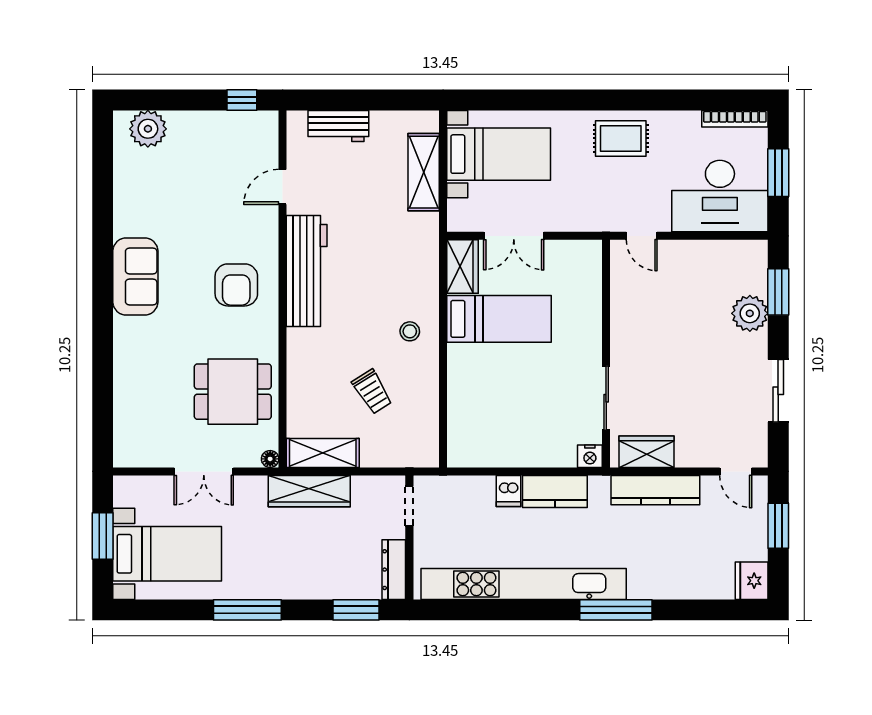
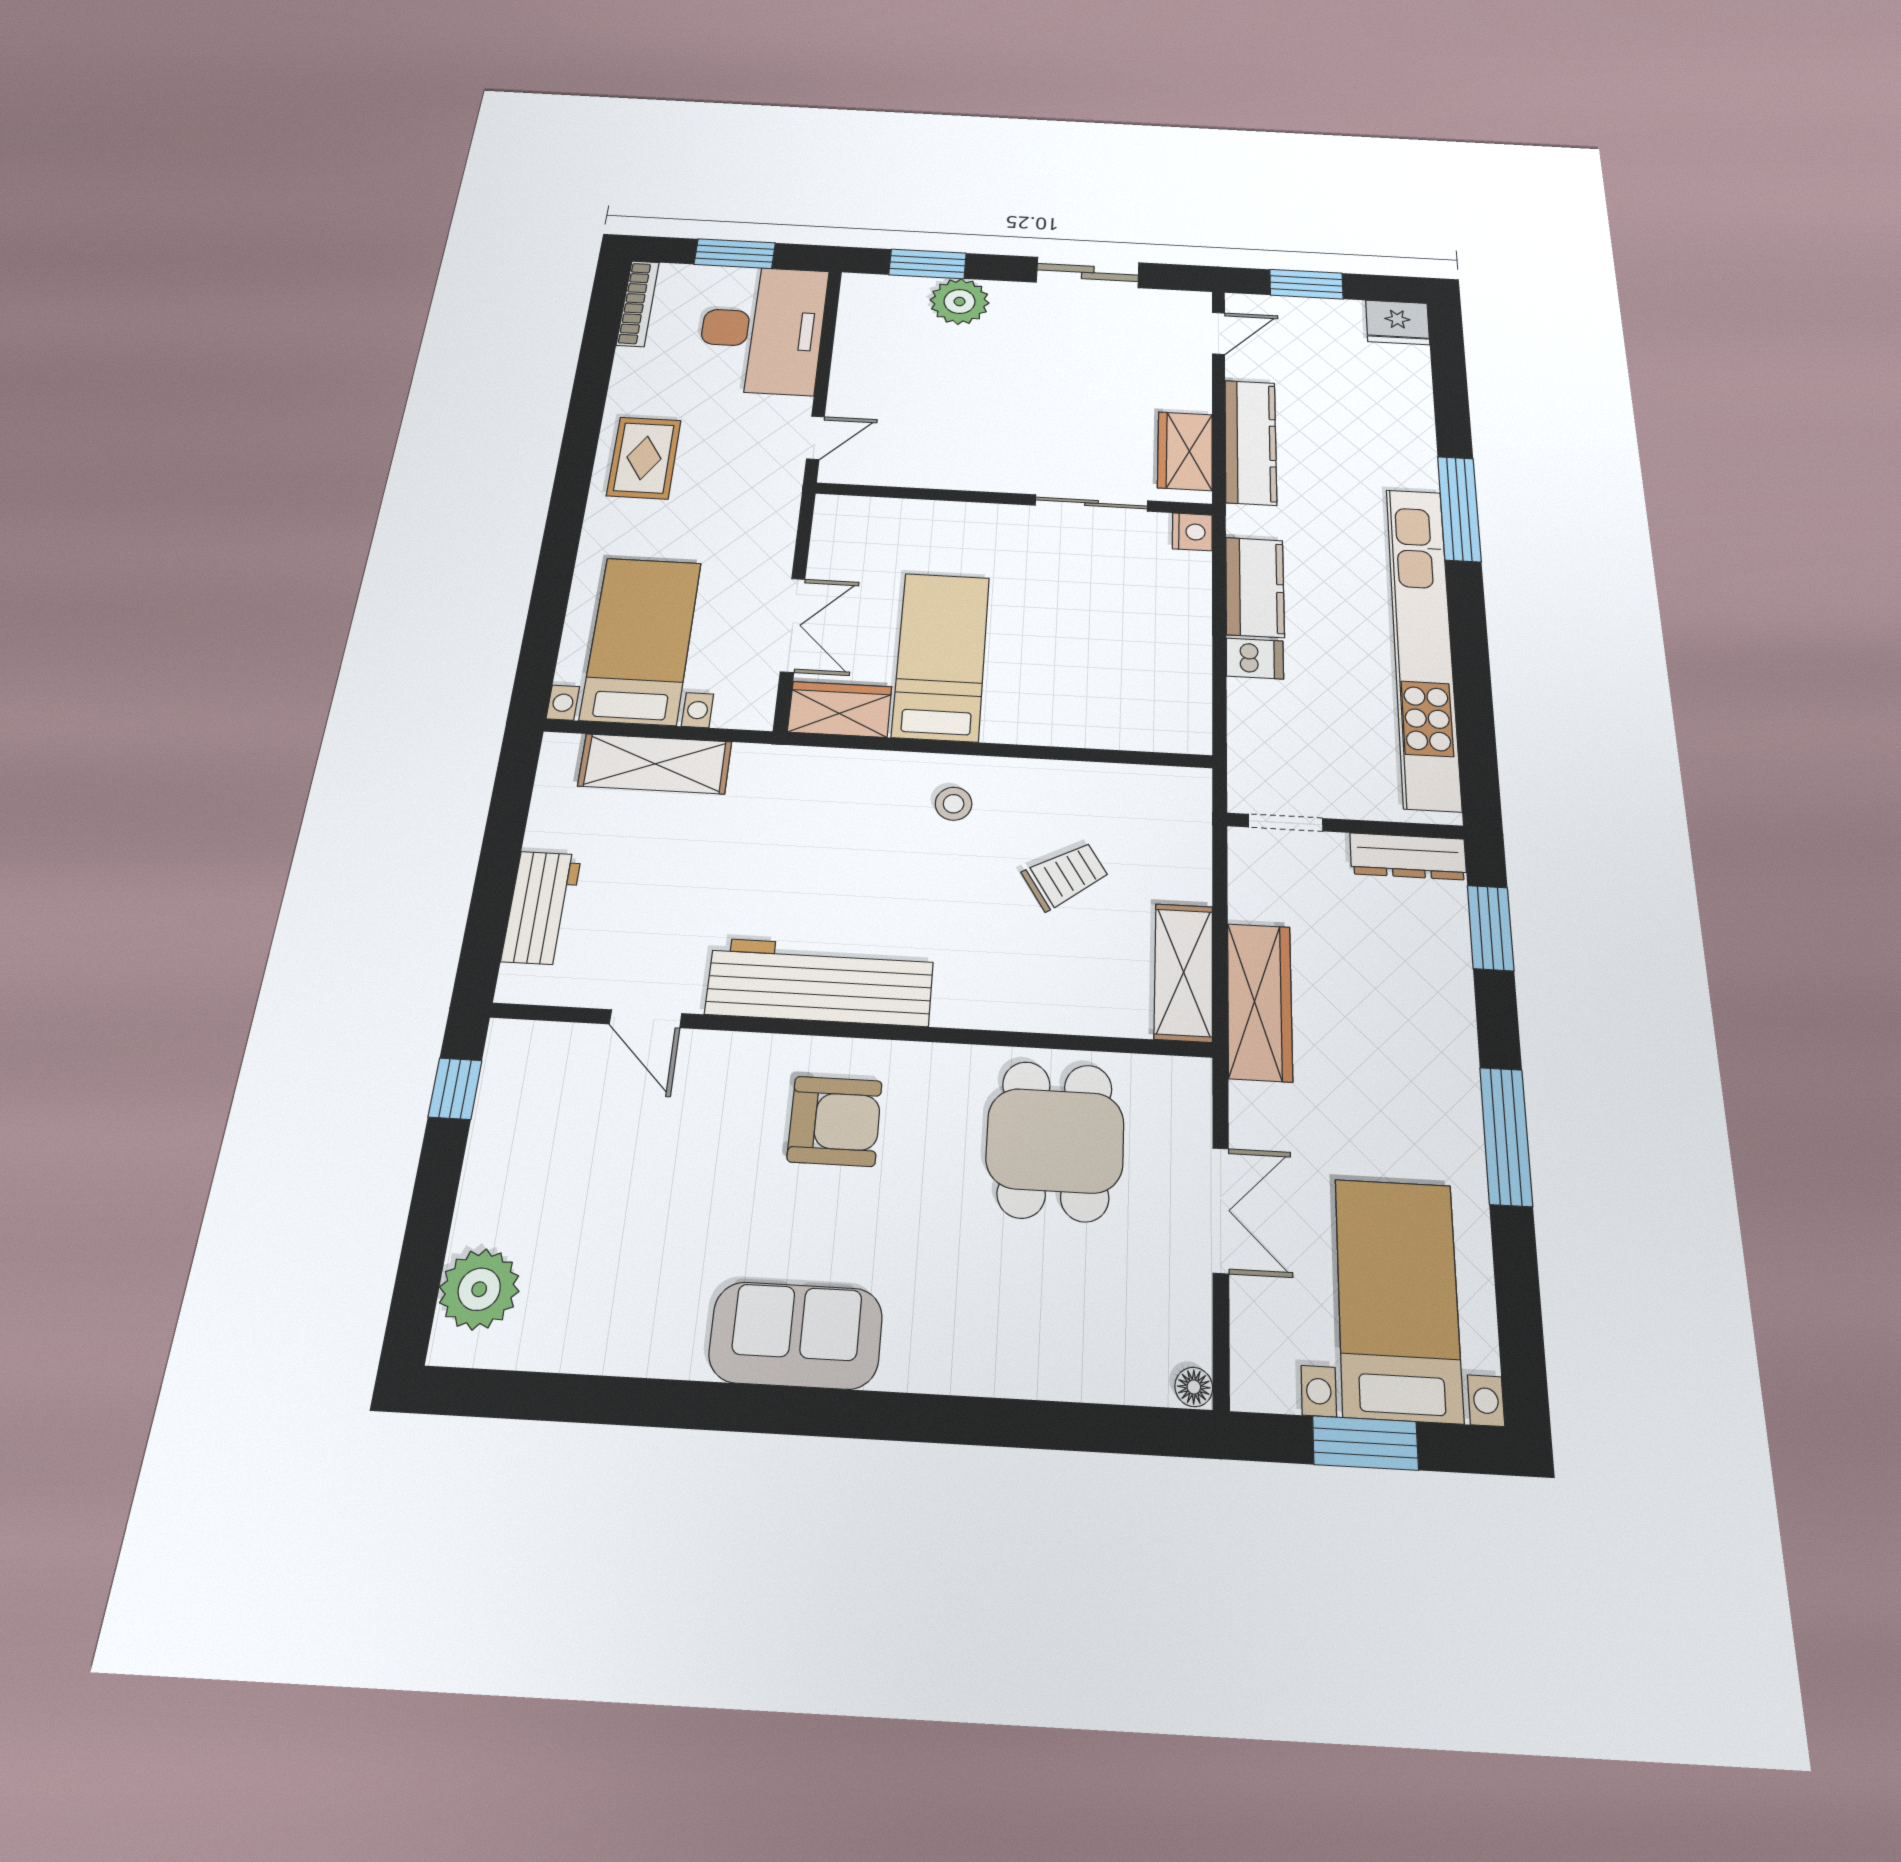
floor lamp: (270, 459) -> (1194, 1387), moved

